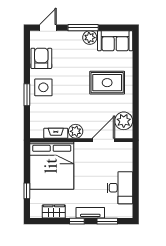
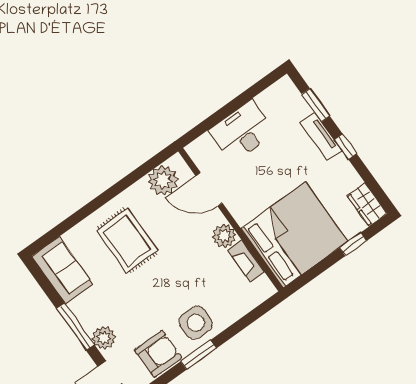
plant: (90, 38) -> (104, 338), moved
armchair: (41, 58) -> (158, 354), turned 180
window: (27, 95) -> (198, 355), moved
desk: (120, 188) -> (242, 131), moved
wardrobe: (54, 211) -> (367, 204), moved

